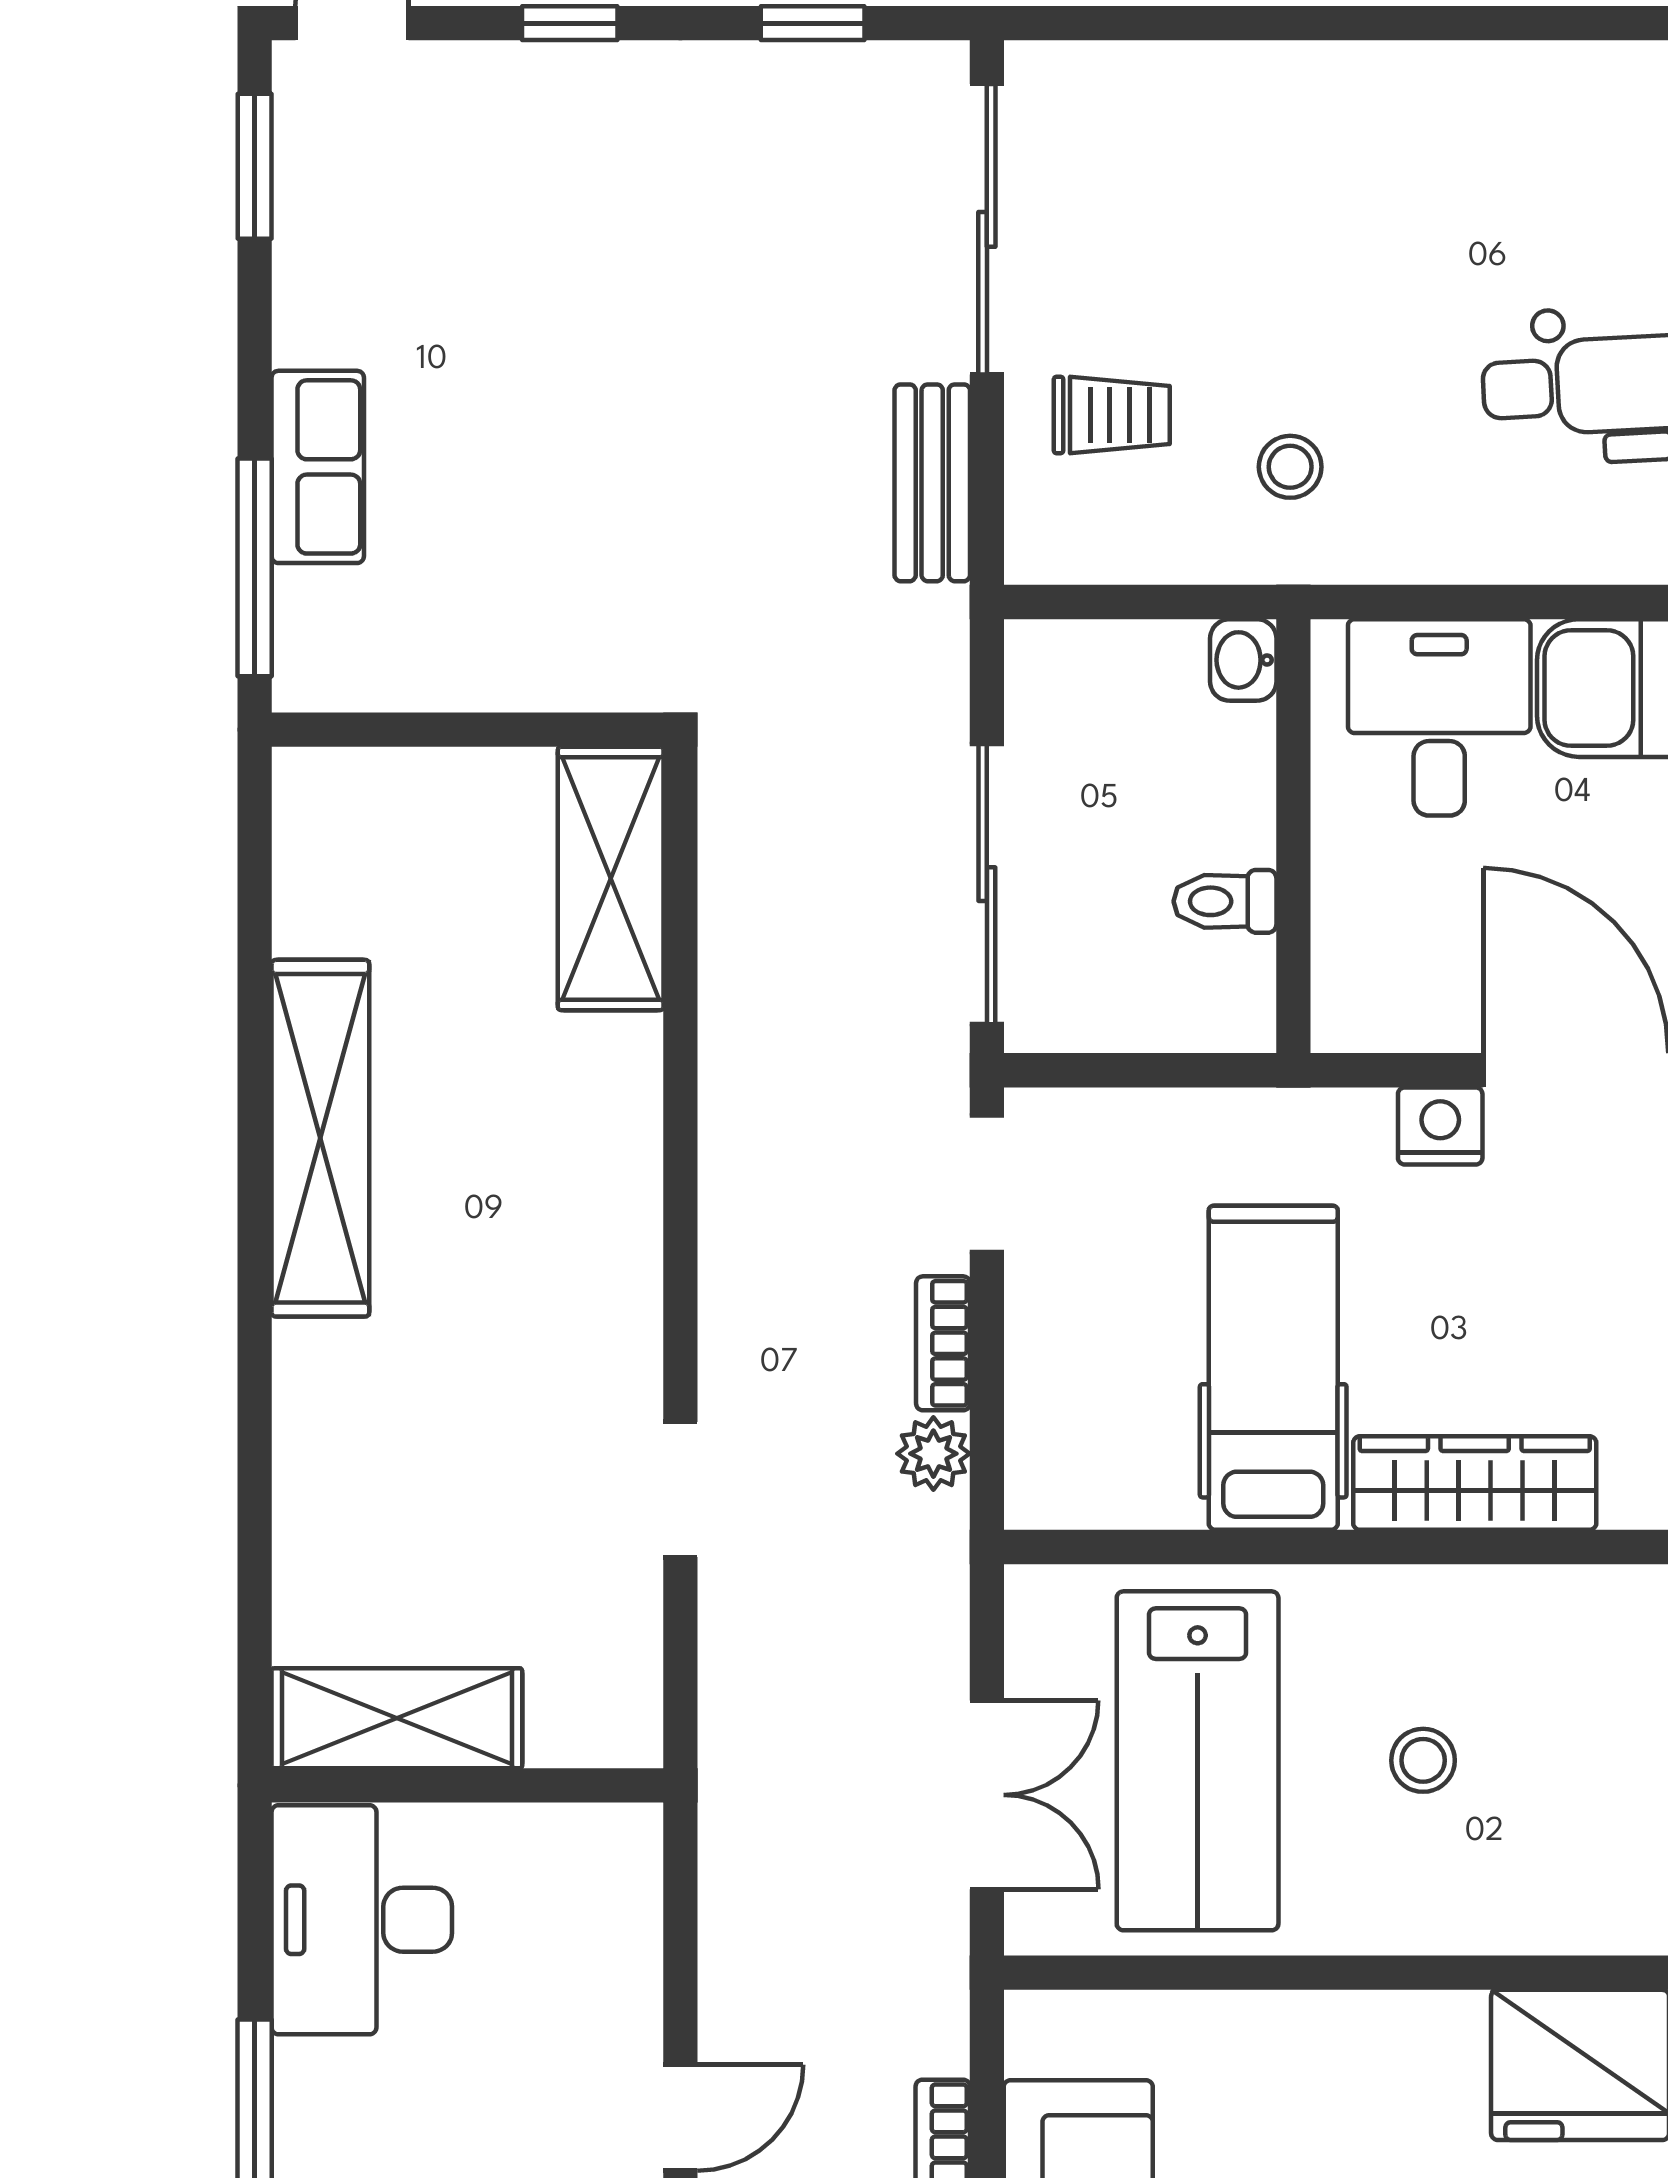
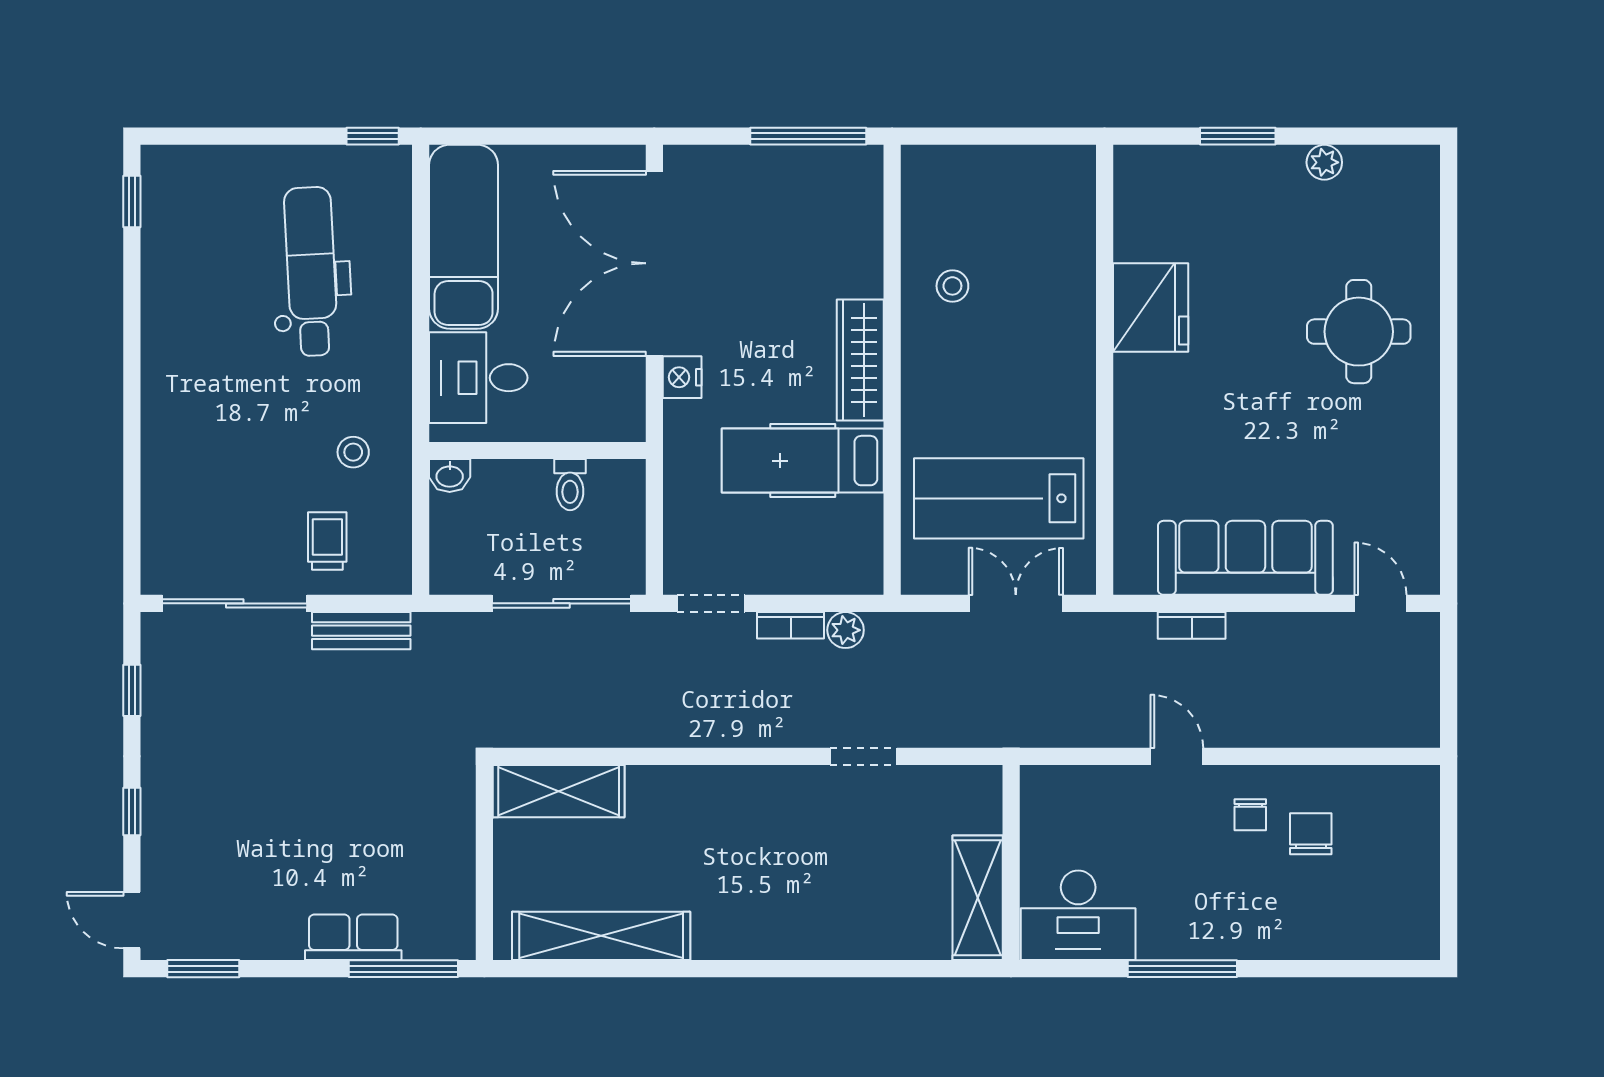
shelving: (320, 1138) -> (601, 936), moved
stool: (1423, 1760) -> (952, 286), moved
lab bench: (1198, 1761) -> (999, 498), turned 180

